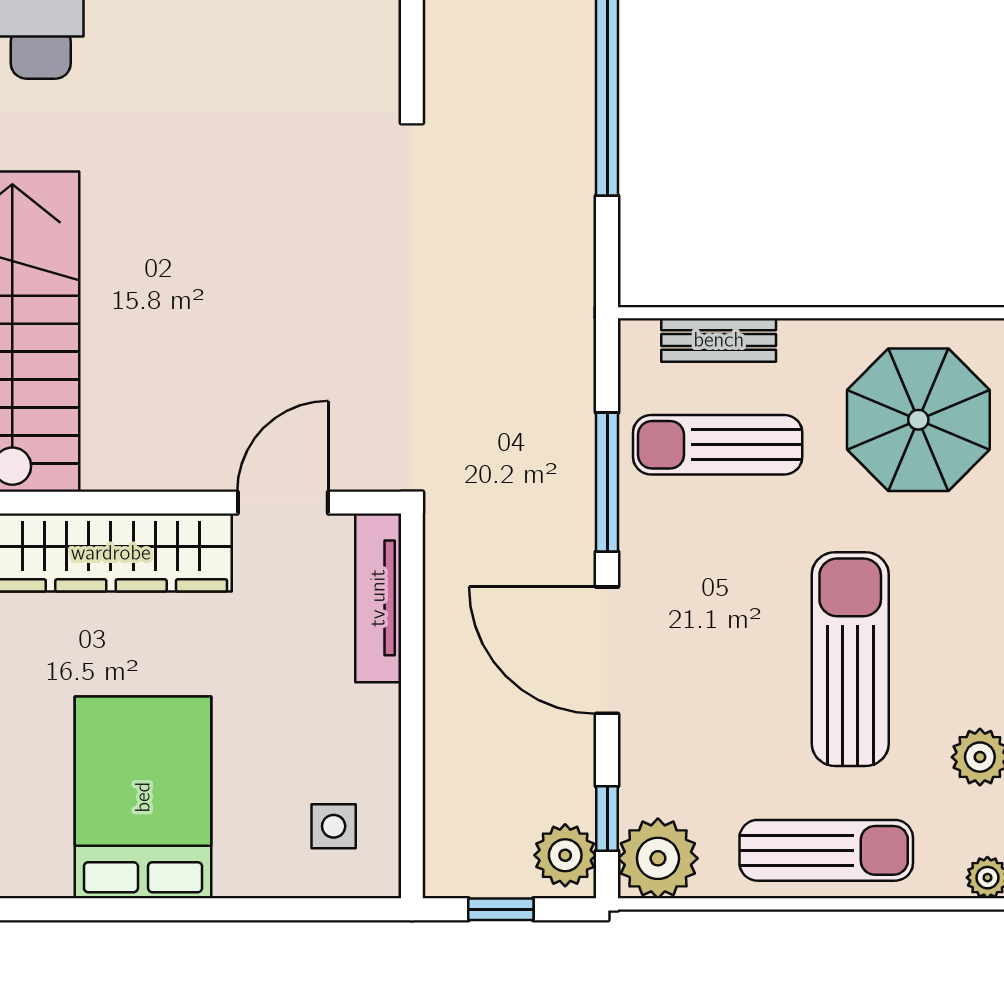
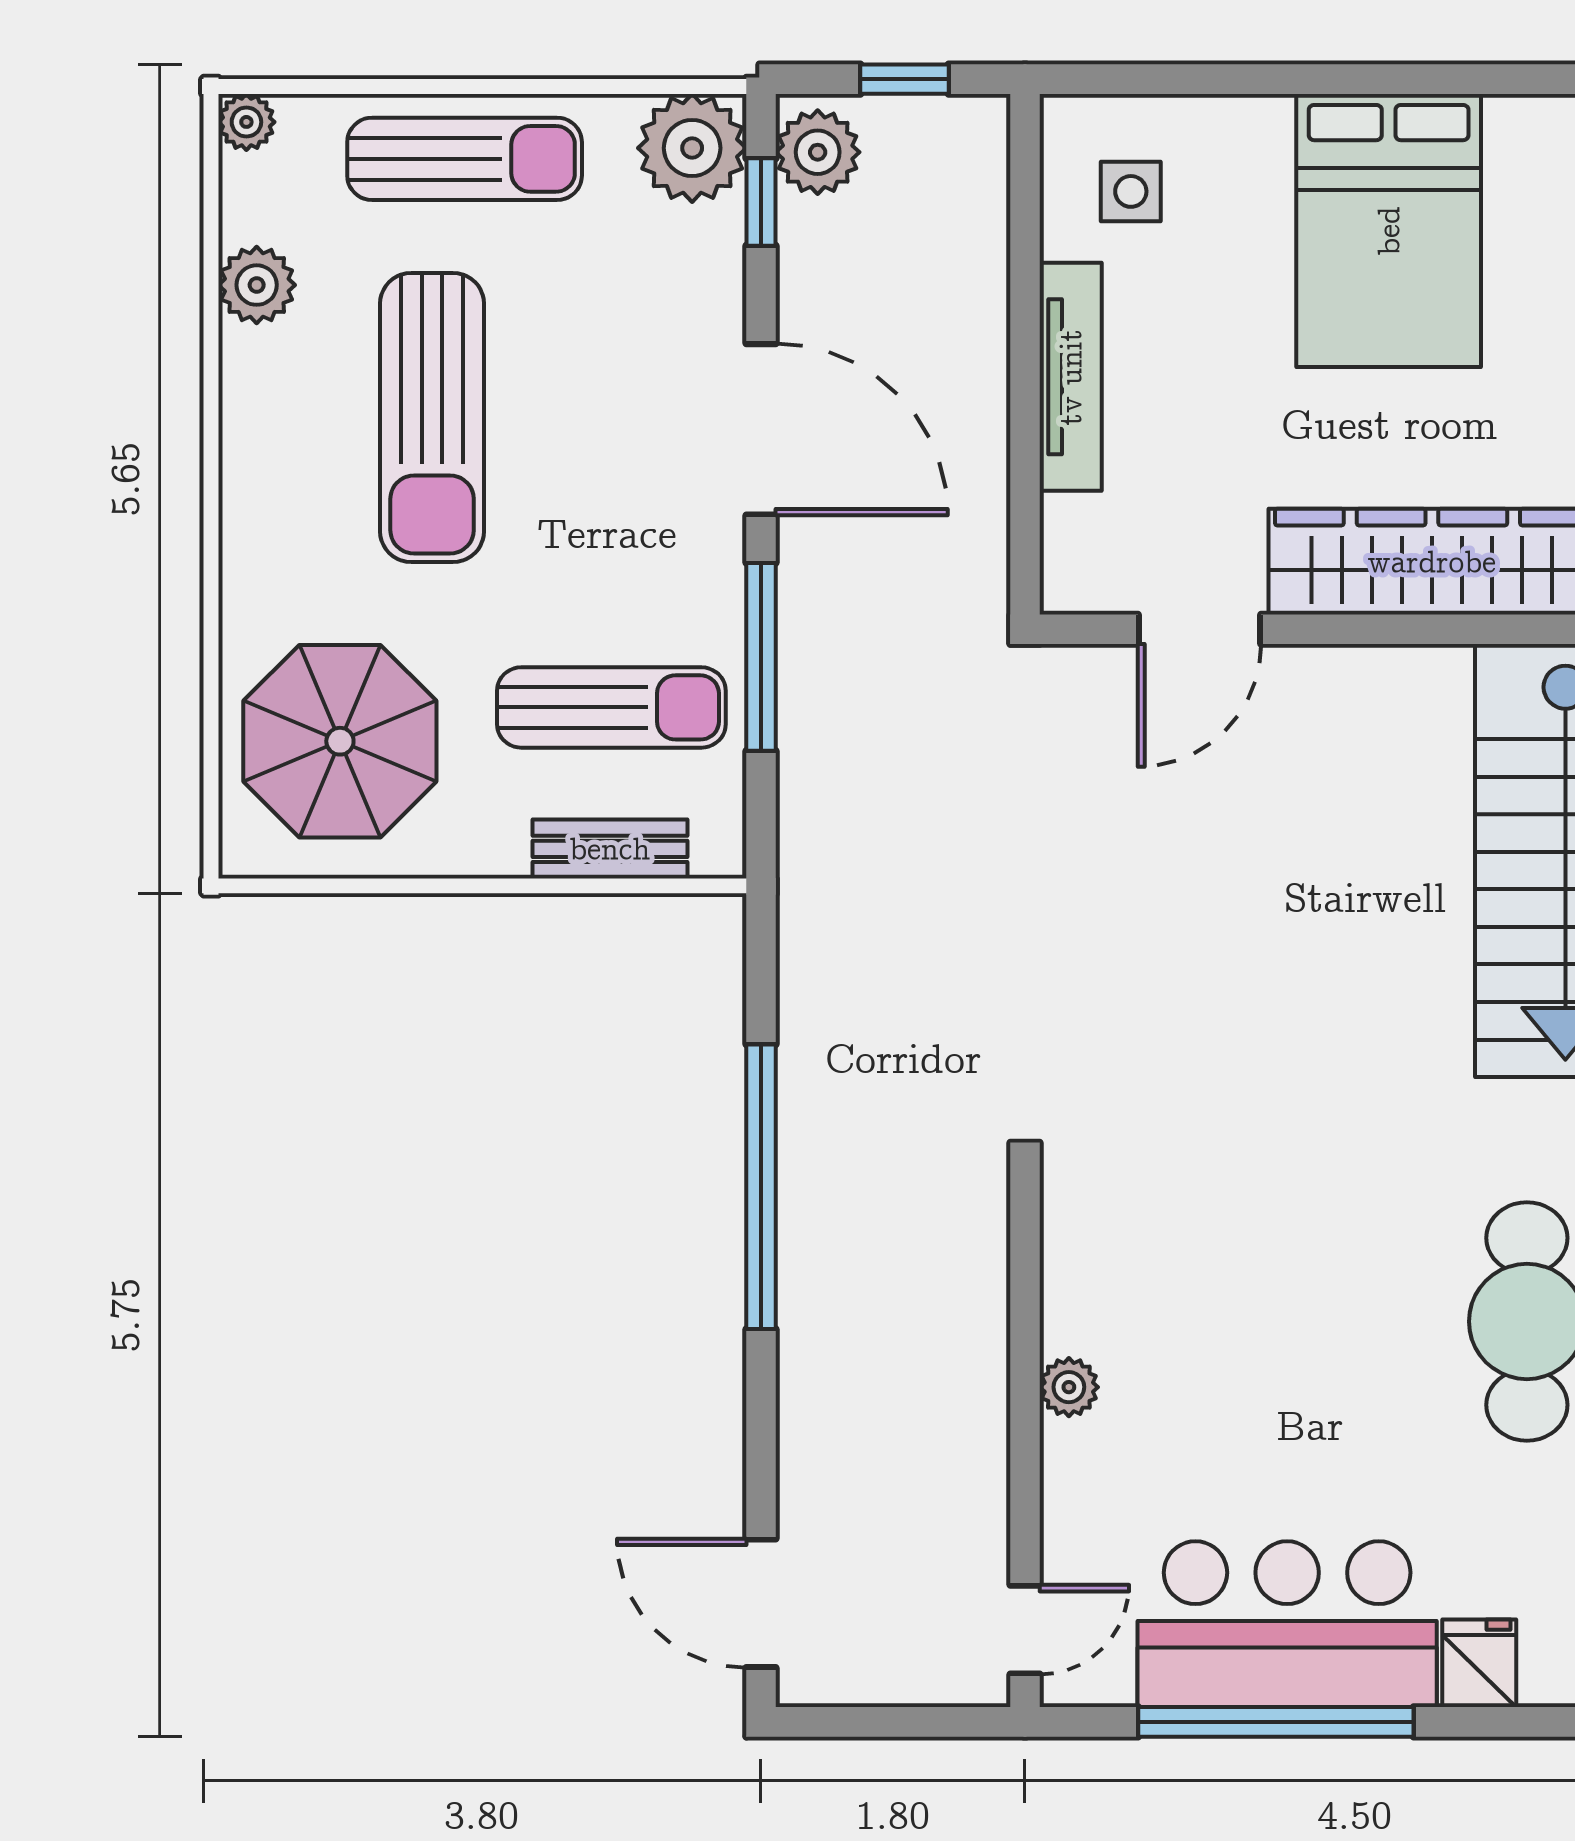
tv unit: (378, 598) -> (1071, 377), moved
sun lounger: (826, 850) -> (465, 159), turned 180

